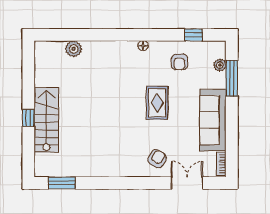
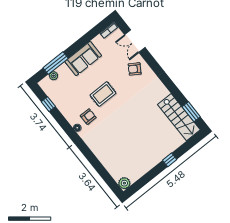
plant: (74, 49) -> (124, 183), moved
armchair: (179, 62) -> (88, 117), moved
stairs: (46, 120) -> (179, 117), moved, turned -90
sofa: (213, 120) -> (83, 59), width x0.73

